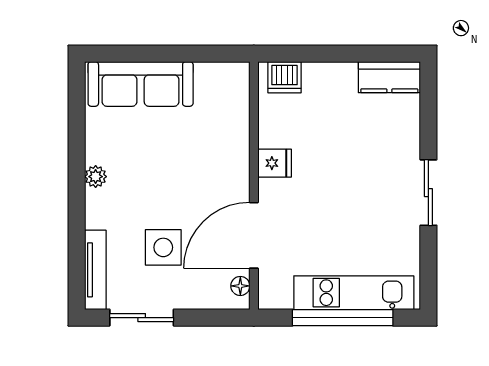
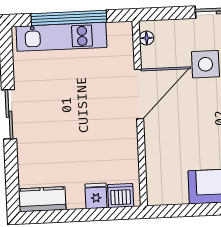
fridge: (275, 163) -> (96, 196), moved, turned 90
door: (254, 235) -> (139, 94), moved

